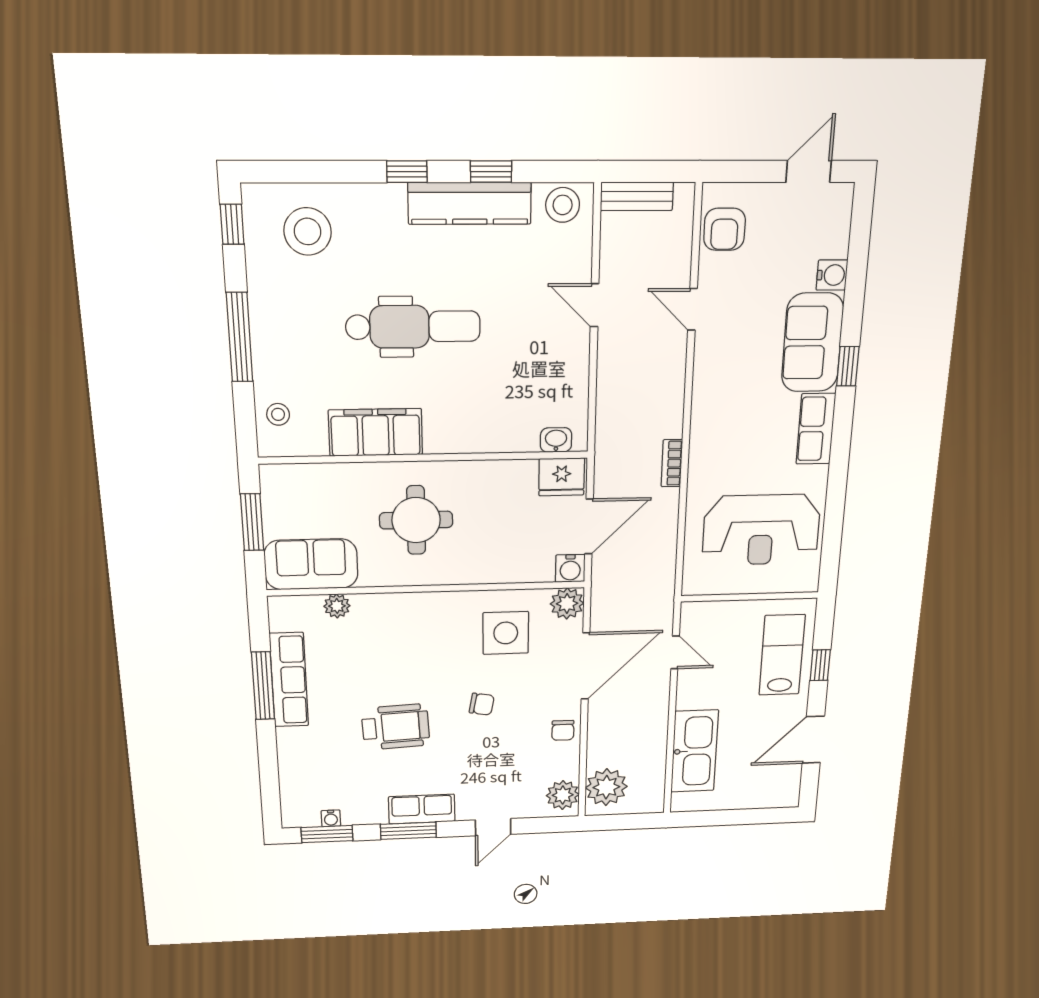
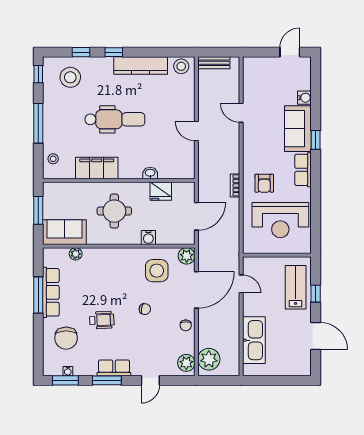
window: (491, 172) -> (81, 52), moved
armchair: (725, 229) -> (264, 183), moved
door: (595, 305) -> (196, 131), moved
washbasin: (556, 440) -> (150, 173), moved
fridge: (562, 477) -> (161, 191), moved
water cooler: (570, 568) -> (148, 238), moved
wheelchair: (396, 727) -> (102, 320), width x0.73, depth x0.73
door: (813, 740) -> (316, 336), swing flipped
chair: (325, 761) -> (66, 338), added

